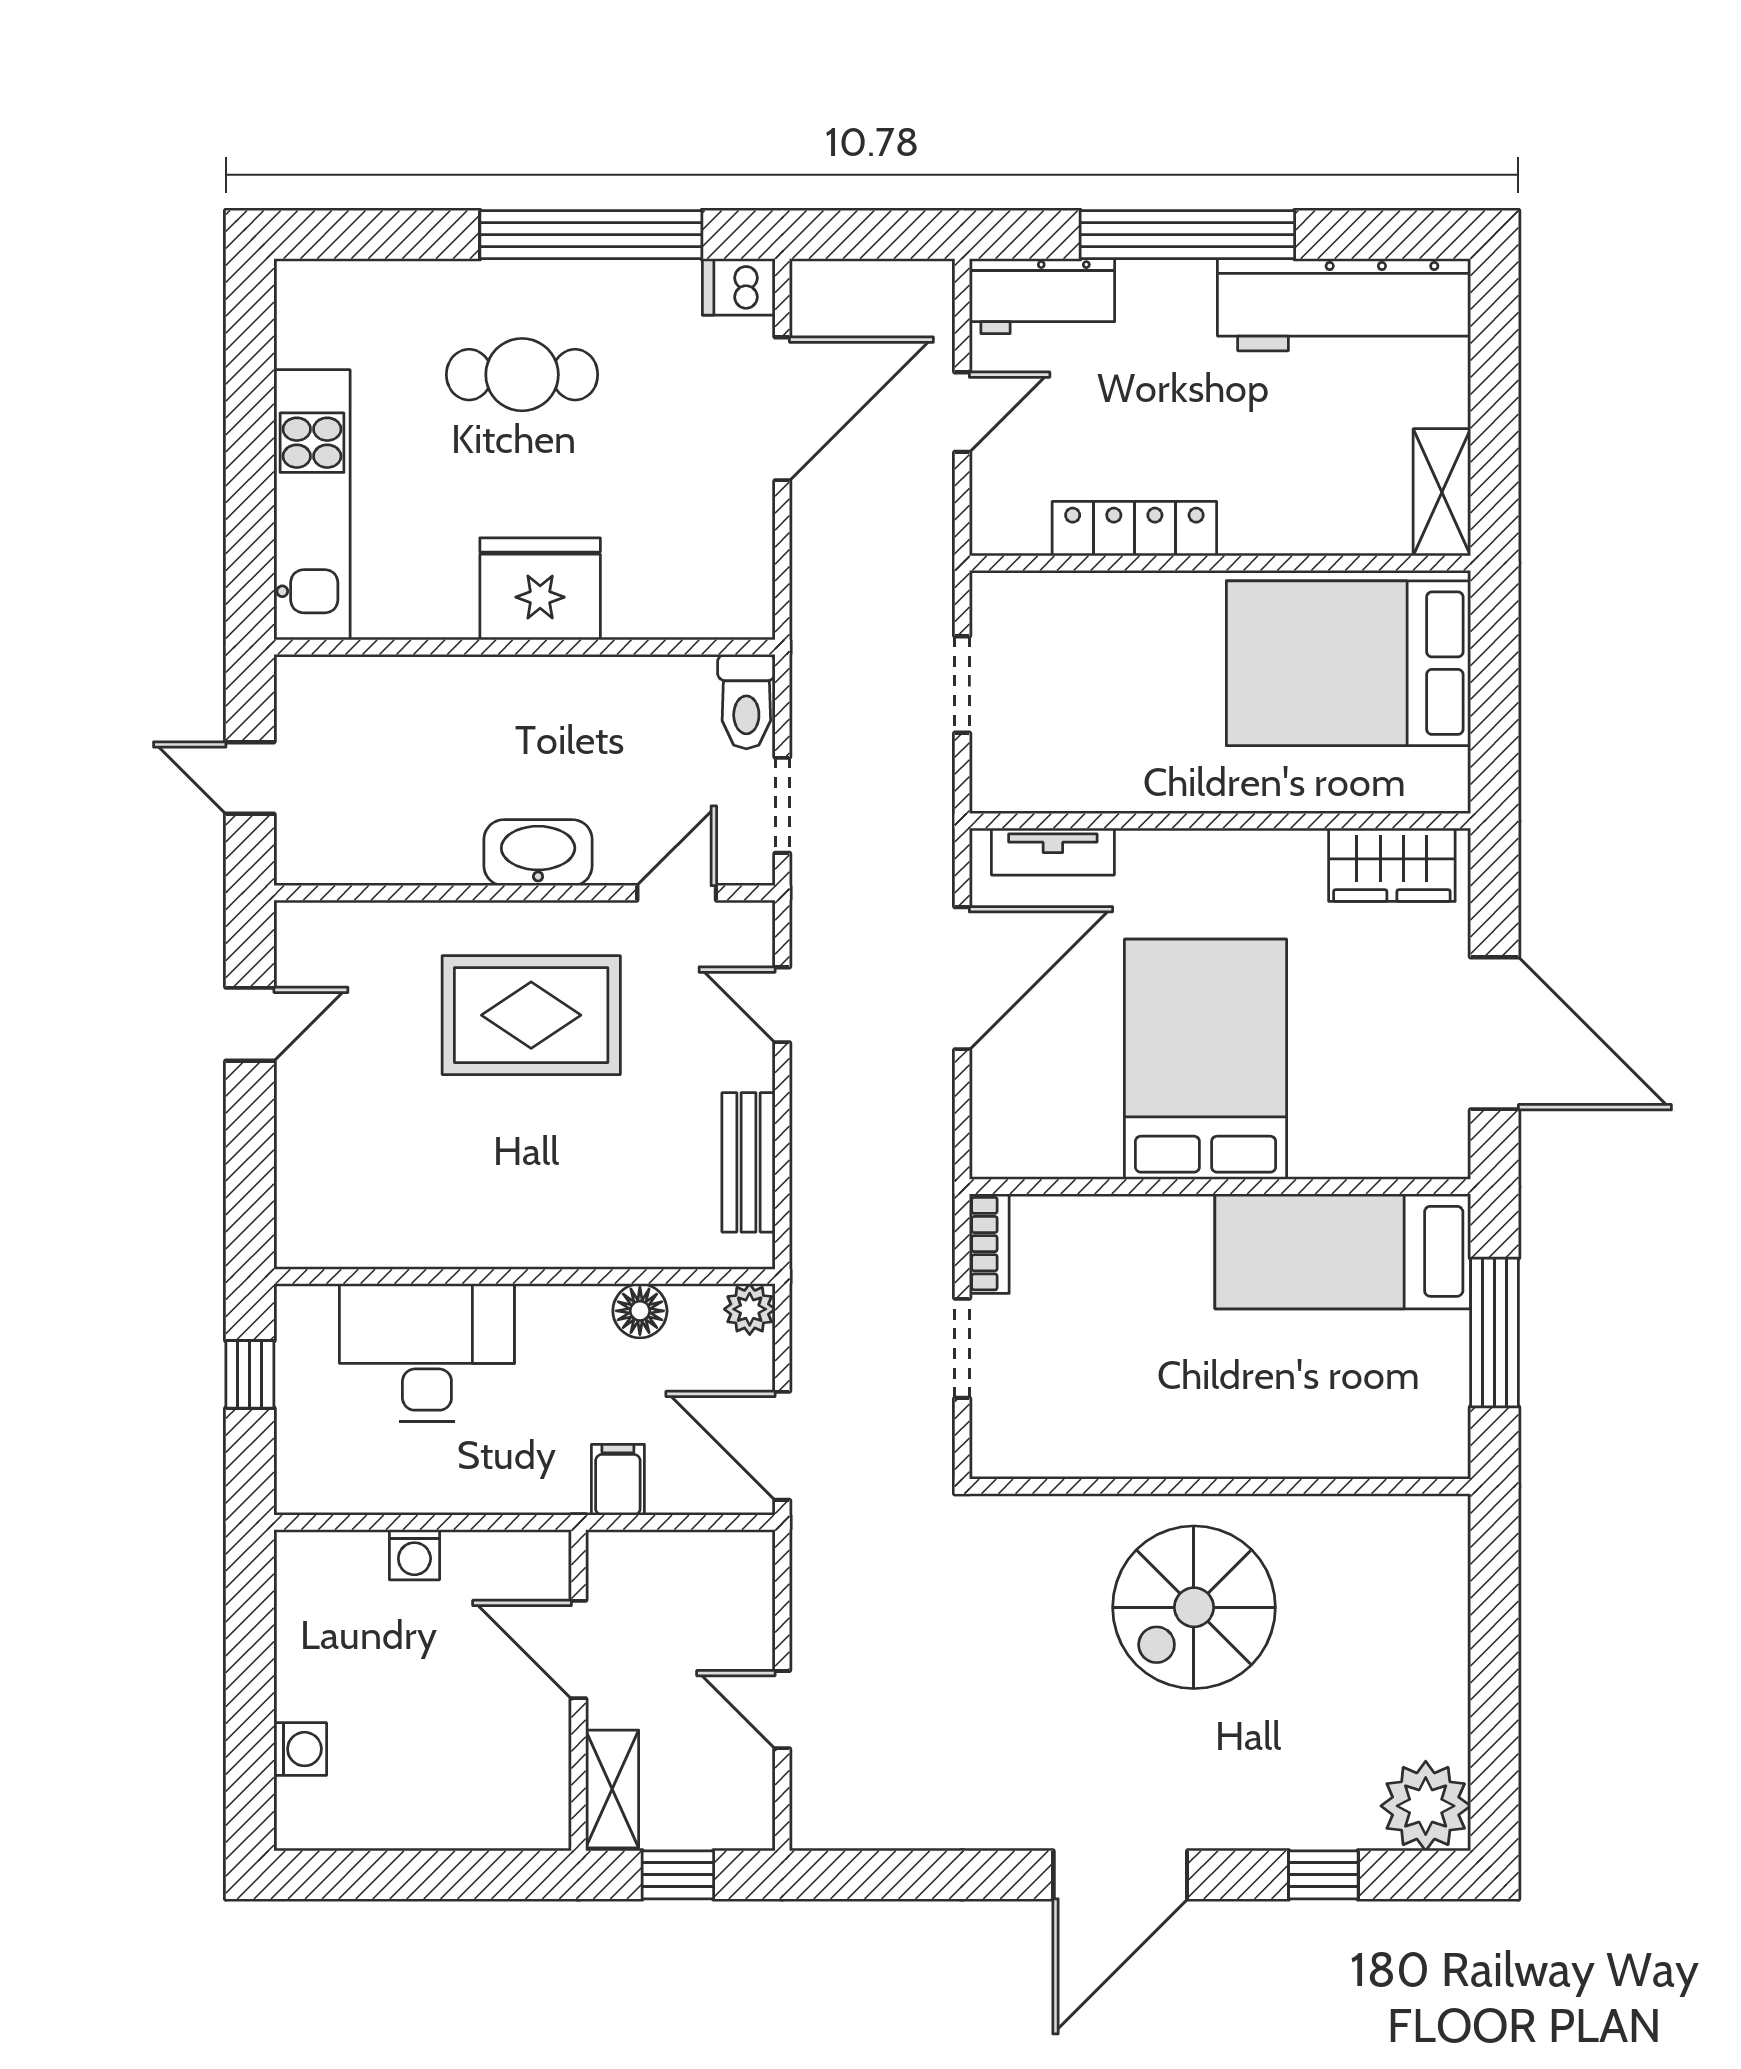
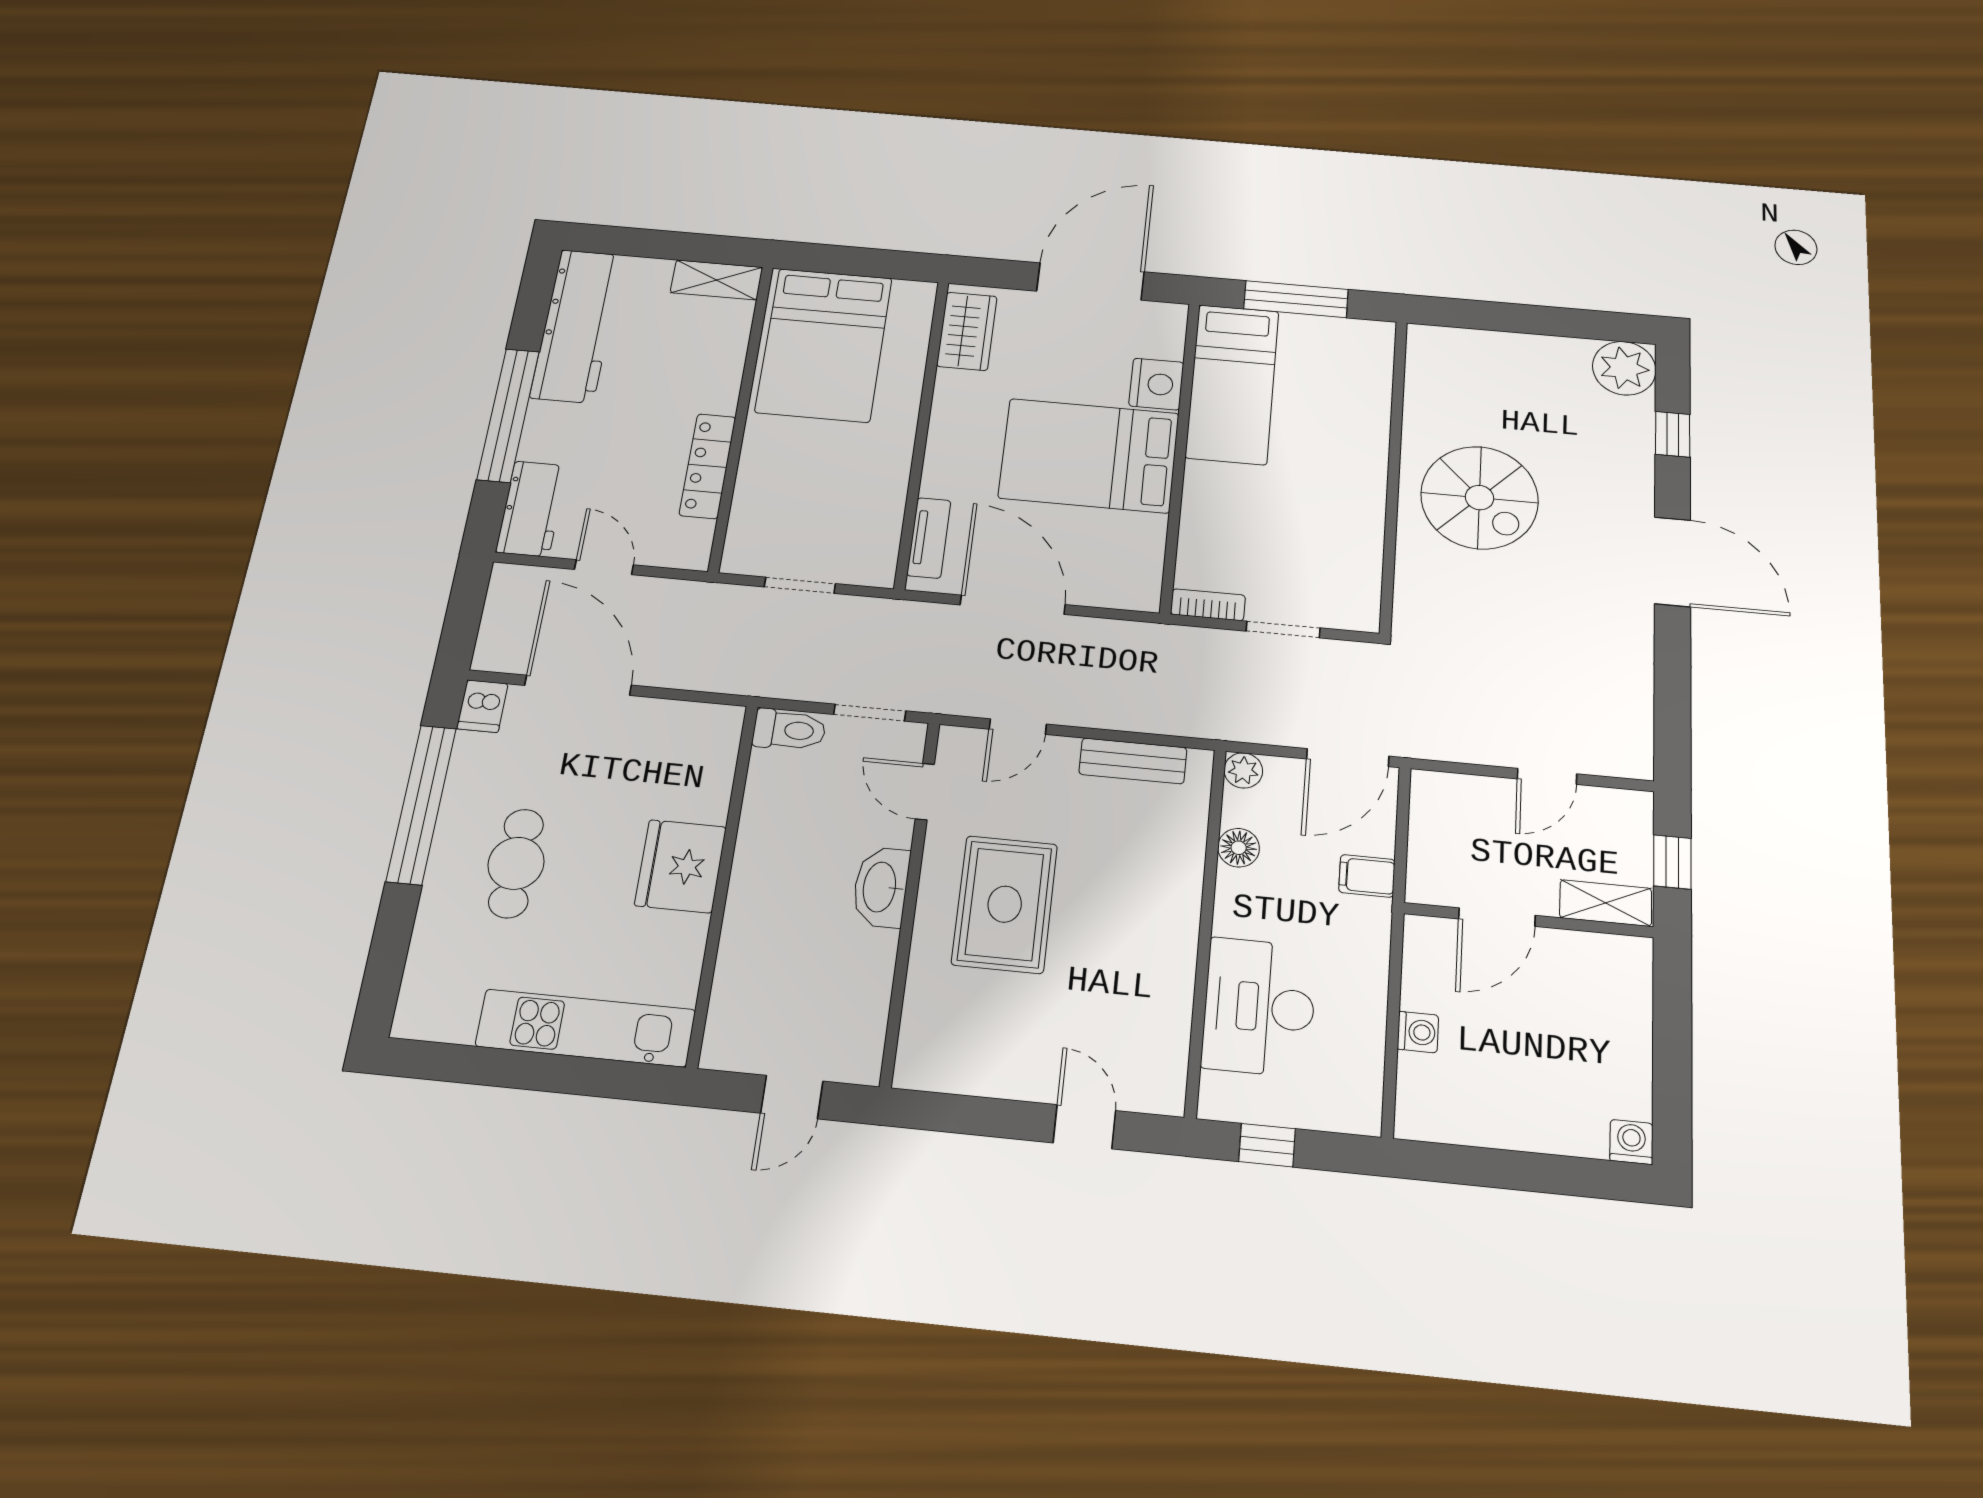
door: (250, 1024) -> (1084, 1127), moved
nightstand: (1331, 1143) -> (1156, 384), added
washing machine: (300, 1749) -> (1631, 1142), moved

